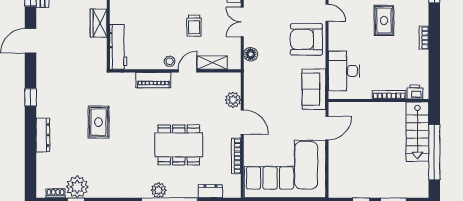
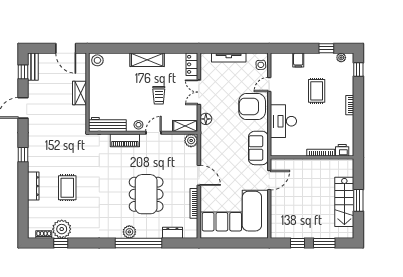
door: (327, 13) -> (269, 84), swing flipped
workbench: (118, 47) -> (107, 125), moved, turned -90
shelving: (212, 63) -> (185, 126), moved
desk: (344, 71) -> (283, 121), moved
plant: (233, 100) -> (191, 140), moved
rug: (99, 122) -> (67, 188), moved
stairs: (417, 132) -> (344, 202), moved
dining table: (179, 145) -> (146, 194), turned 90
window: (434, 152) -> (358, 200), width x0.47

